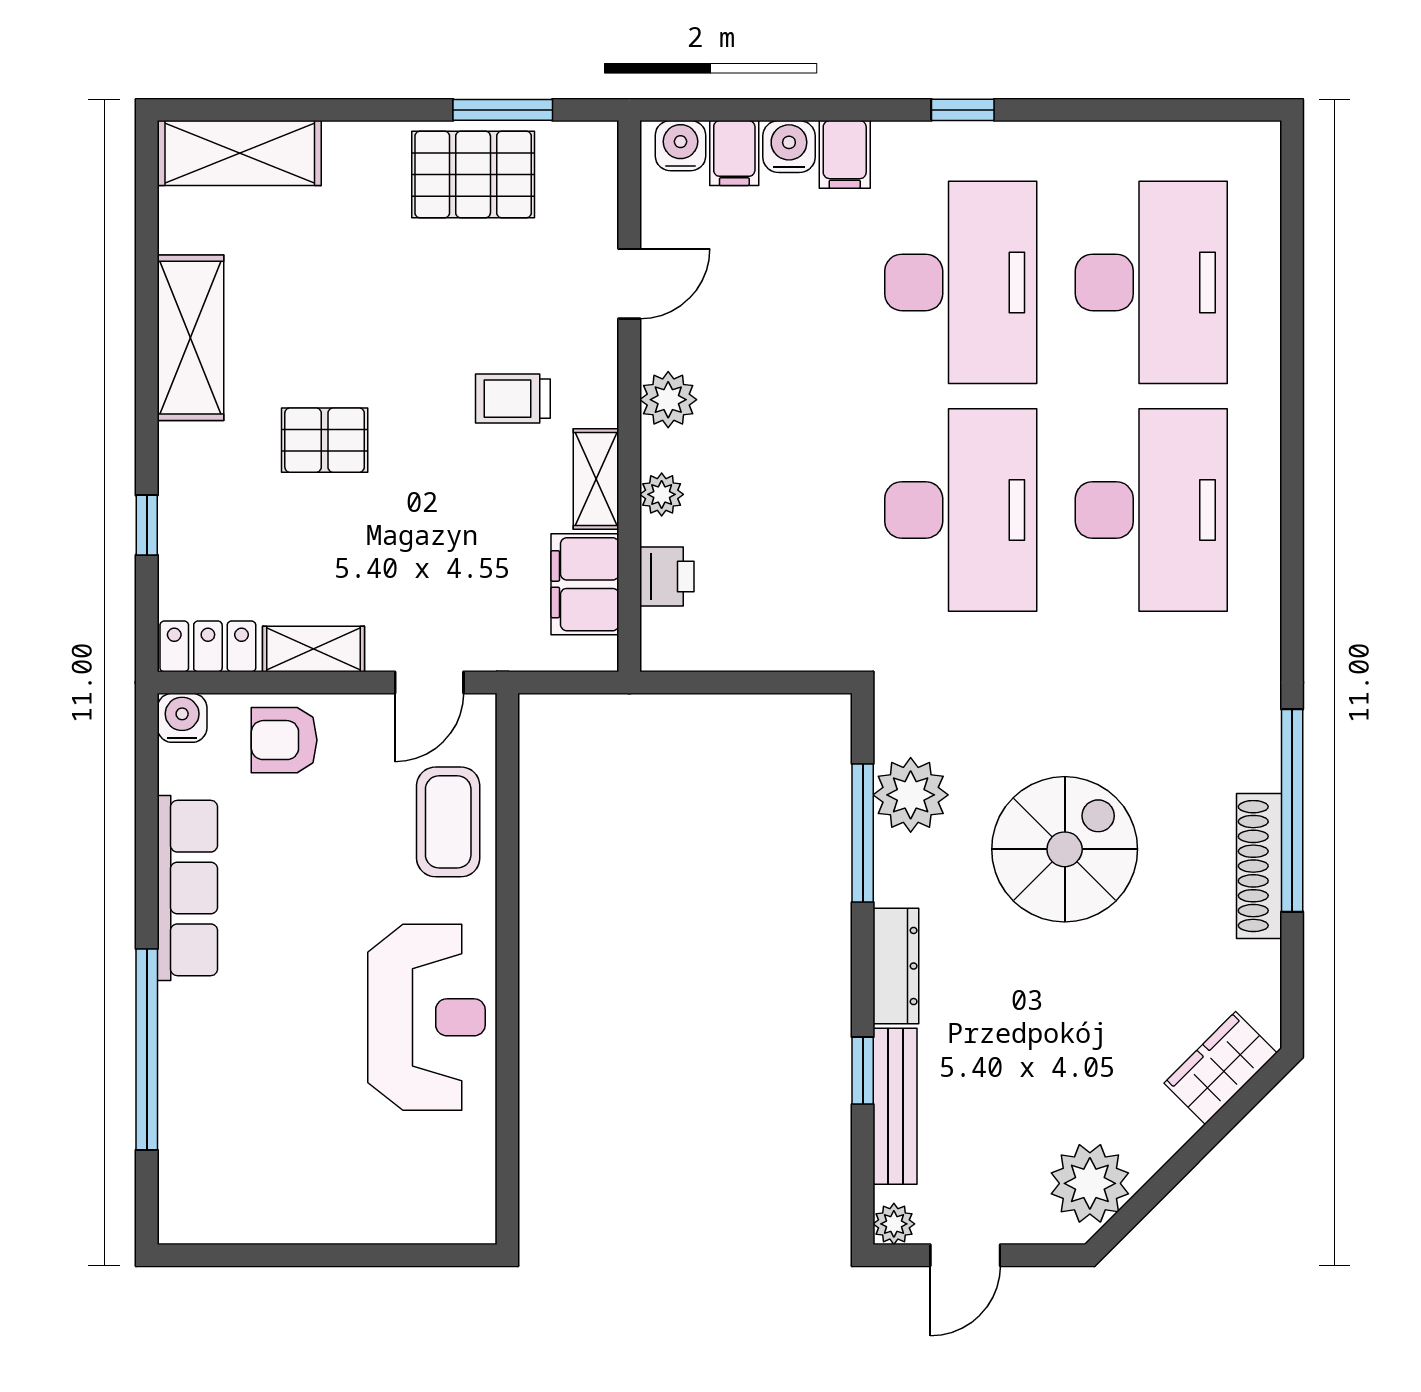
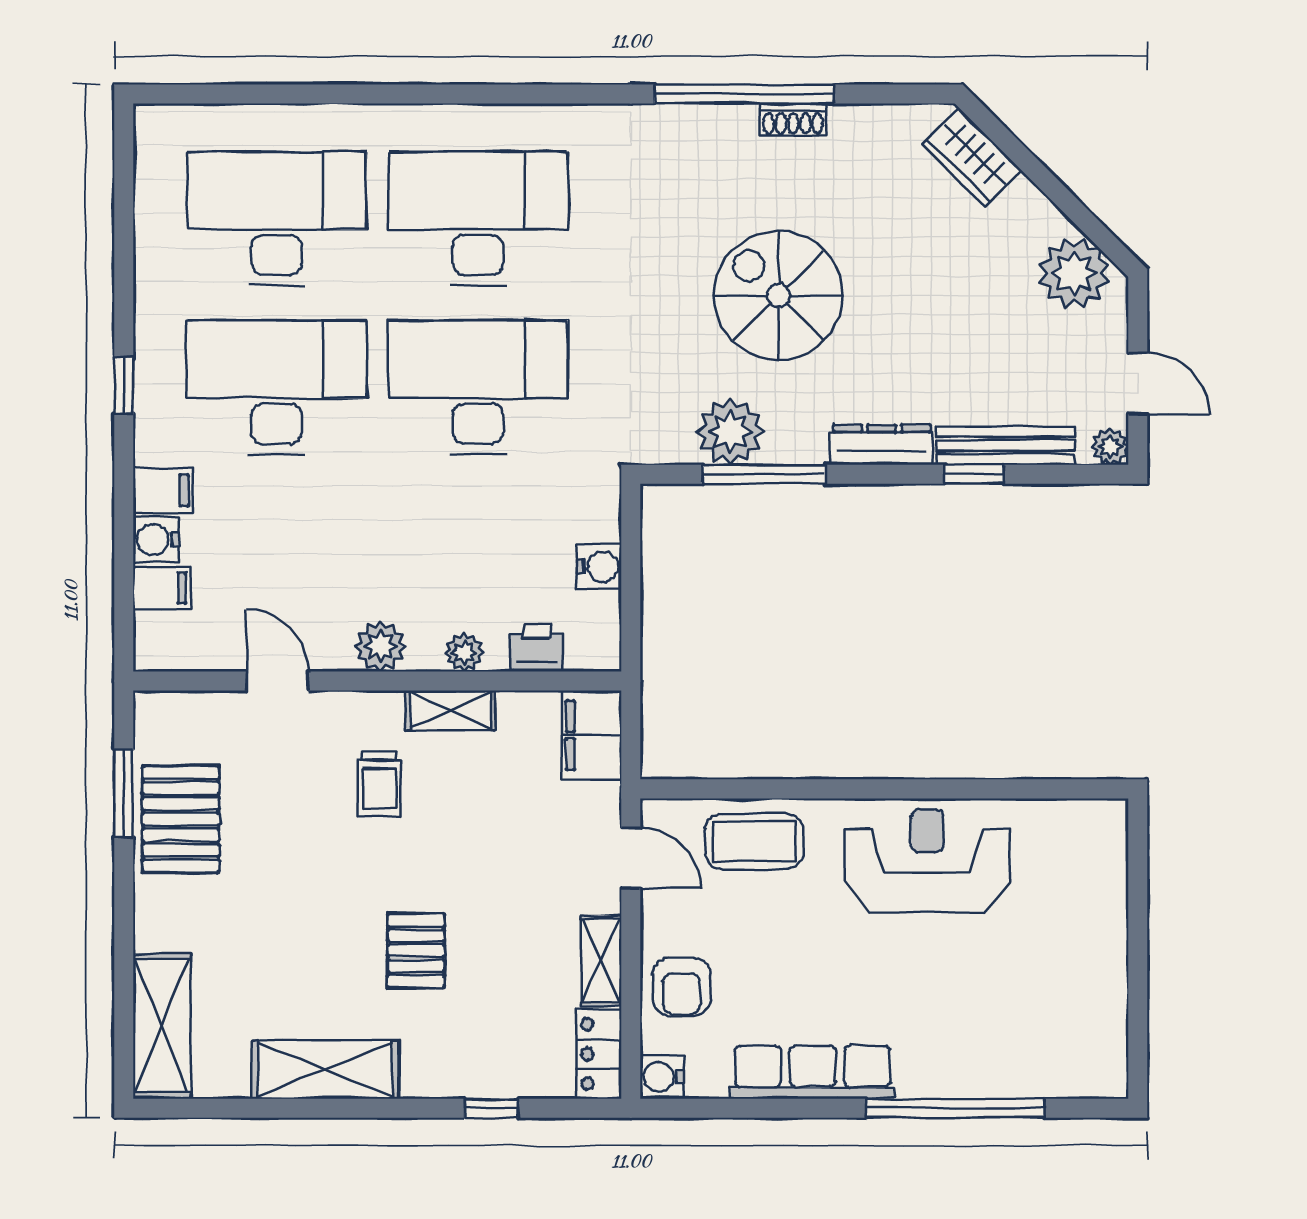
water cooler: (681, 146) -> (599, 567), moved, turned 180
filing cabinet: (585, 584) -> (591, 735), moved, turned 90
shoe rack: (1259, 866) -> (793, 119), width x0.51, depth x0.81

